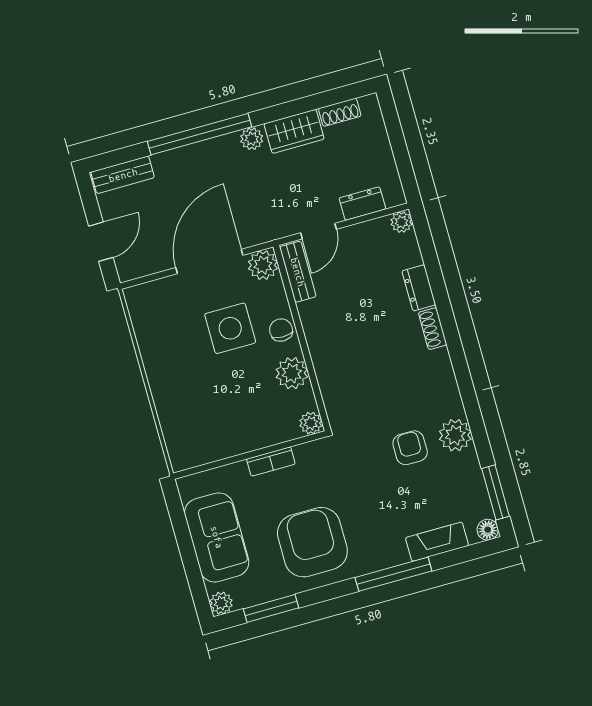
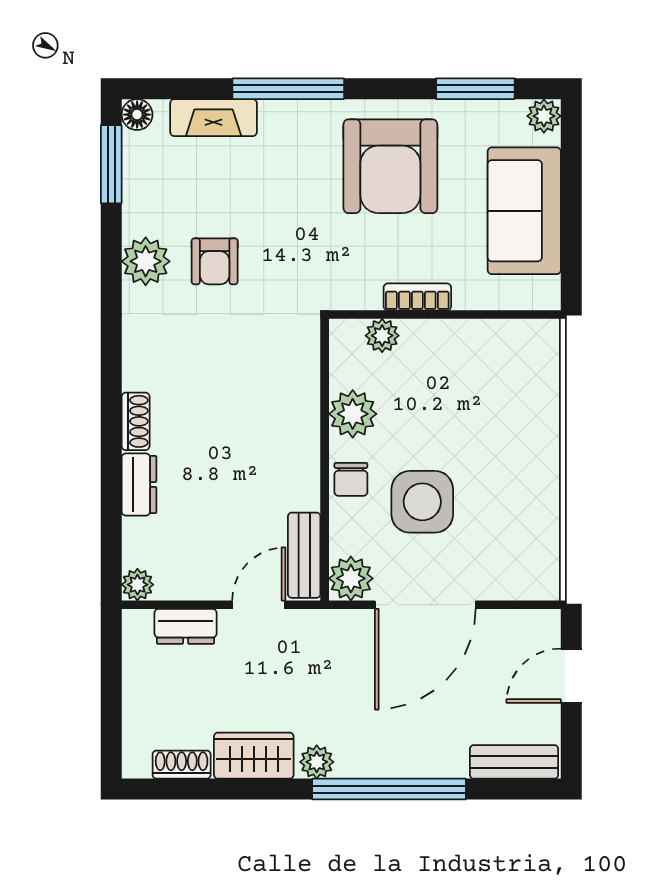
plant: (311, 423) -> (382, 336), moved

